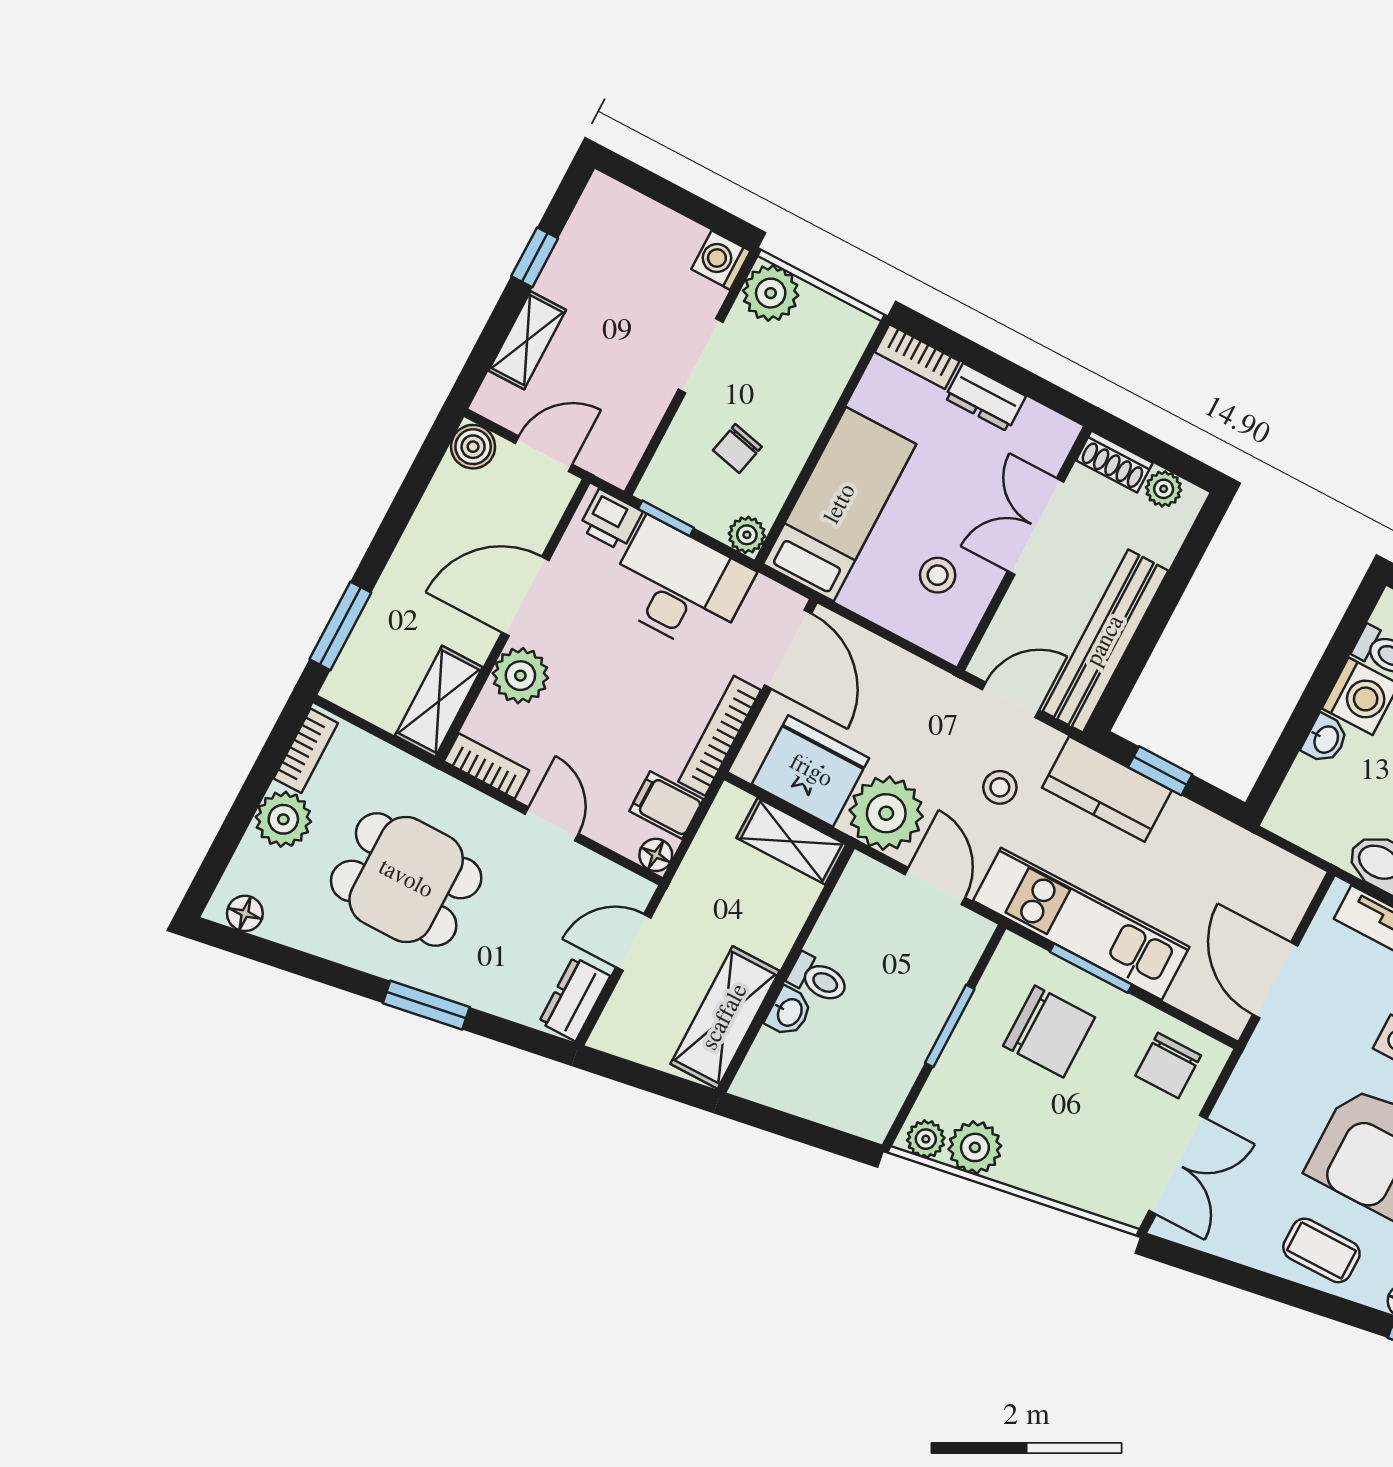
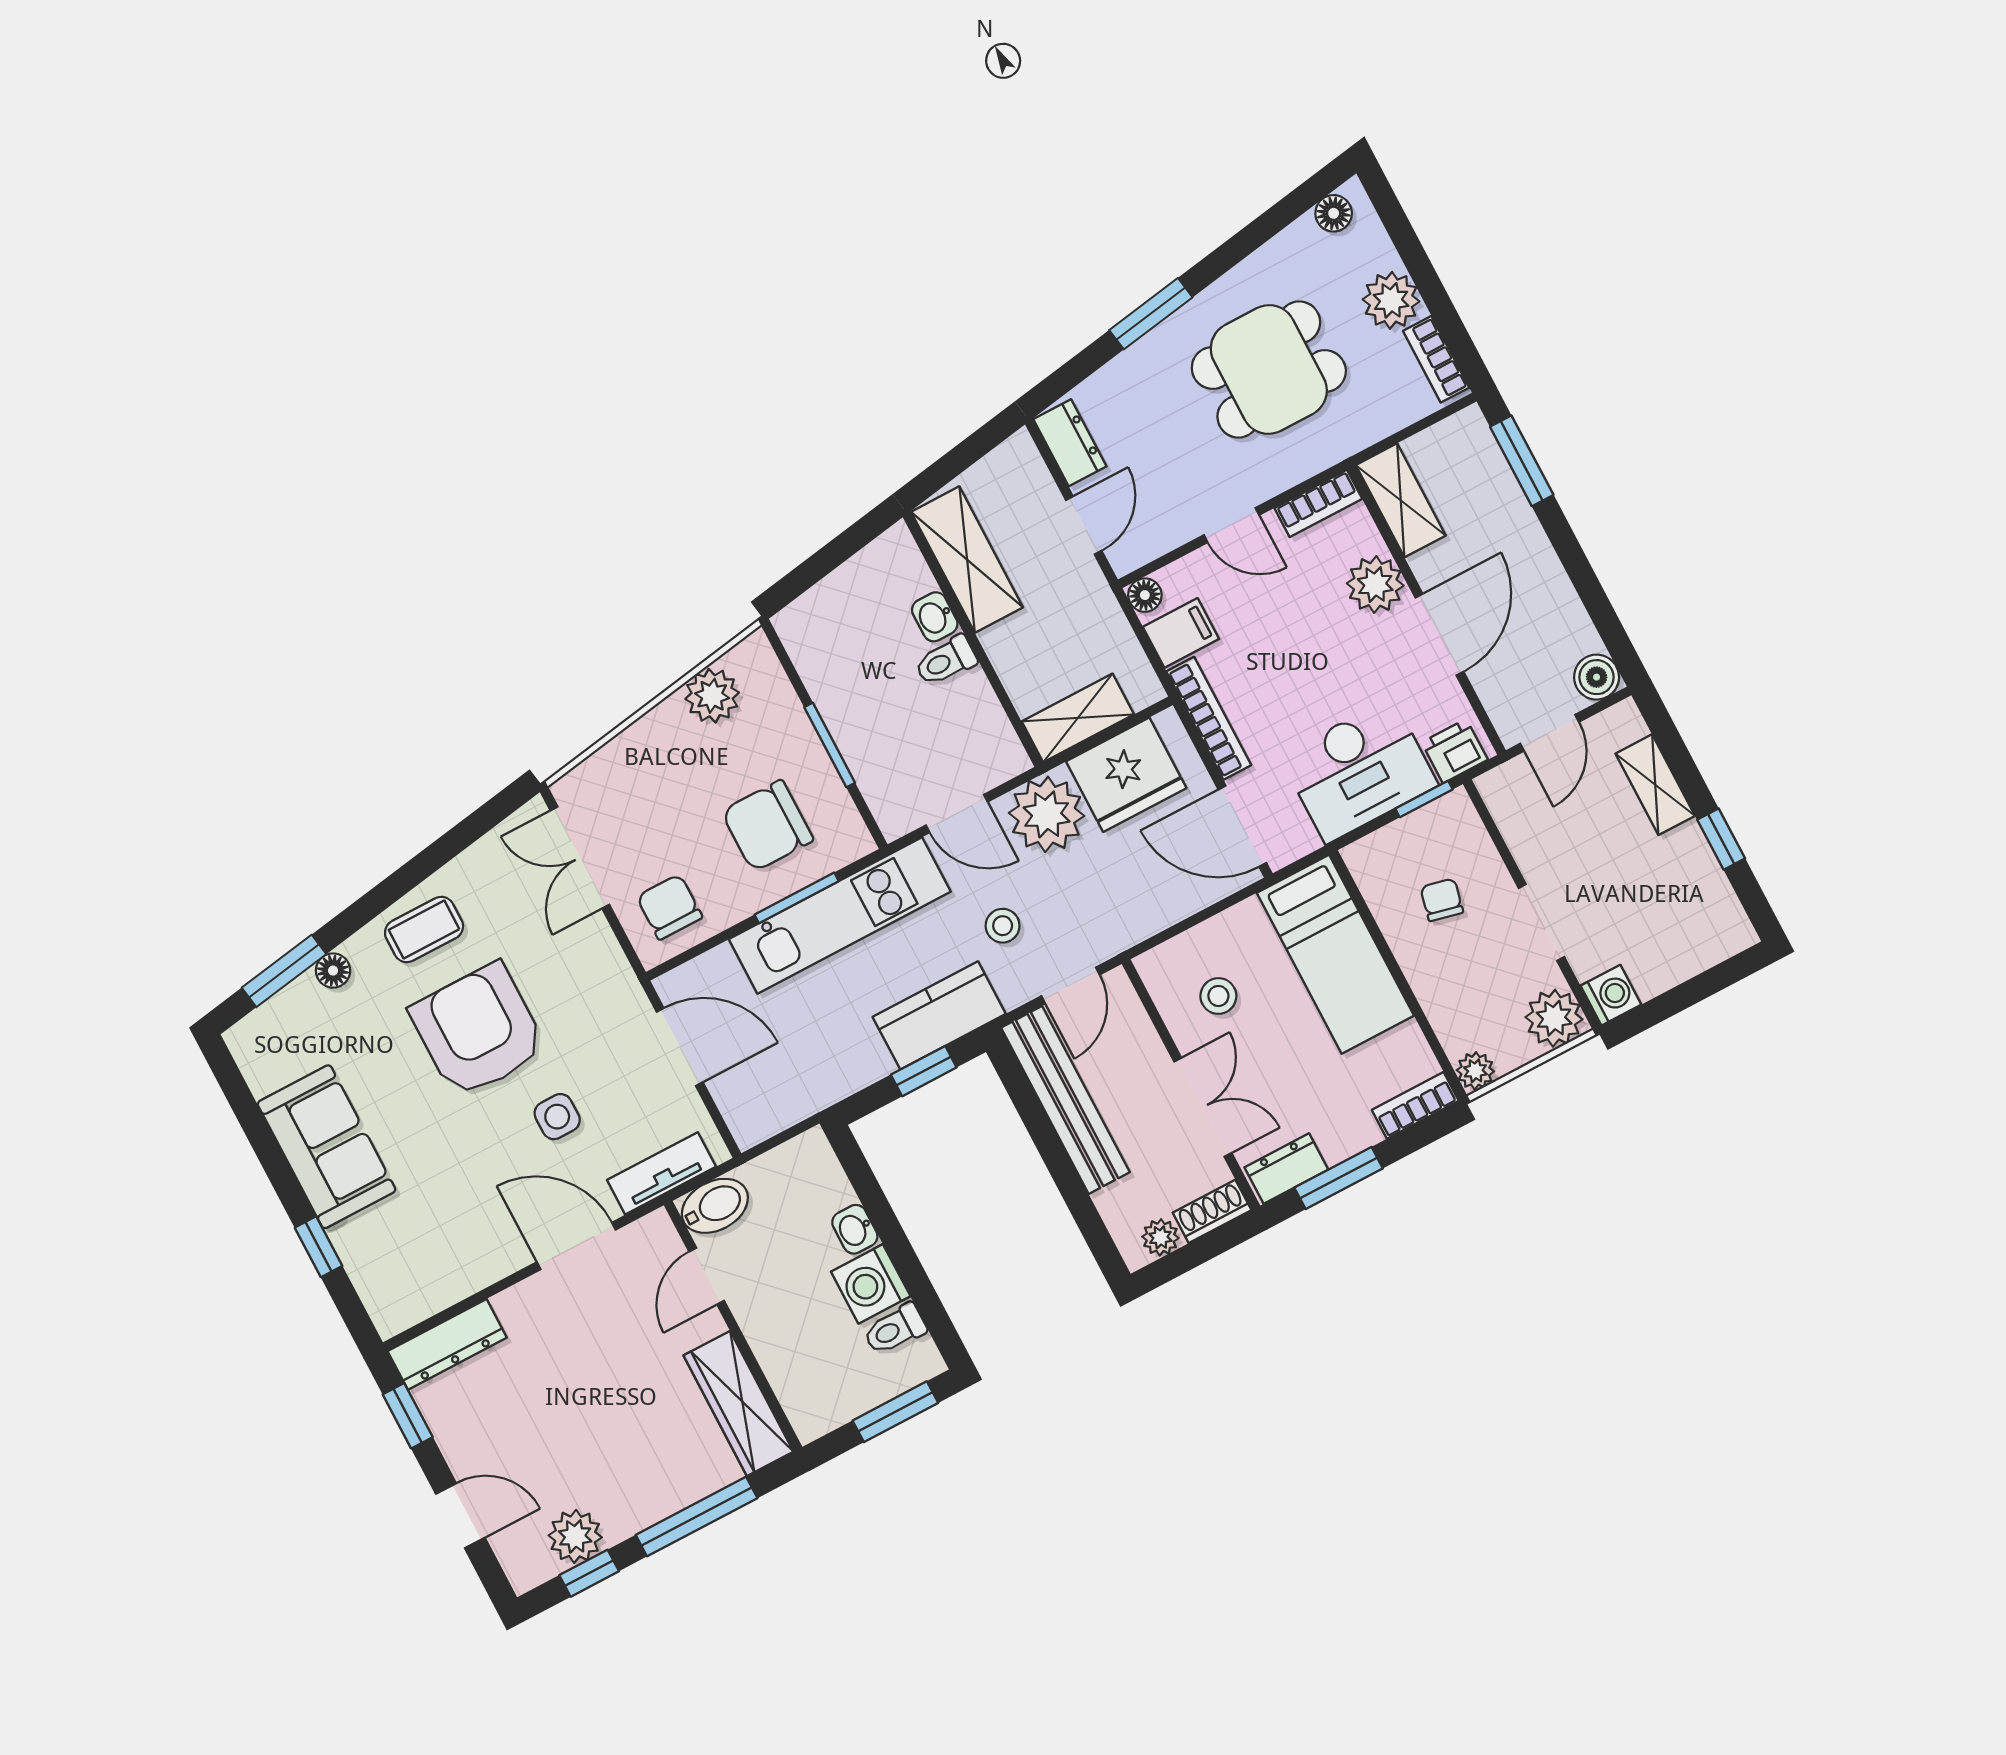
window: (1018, 378) -> (1339, 1178), added
dresser: (985, 397) -> (1286, 1168), moved
plant: (747, 535) -> (1475, 1071), moved
plant: (926, 1139) -> (748, 659), removed

